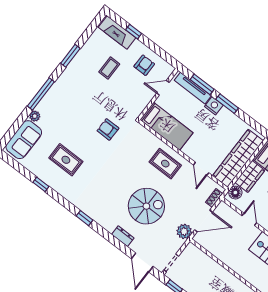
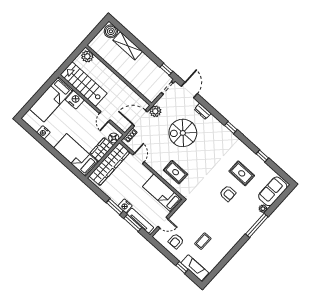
window: (70, 56) -> (232, 253), removed
armchair: (108, 129) -> (228, 193), moved
rug: (165, 164) -> (176, 172), moved

